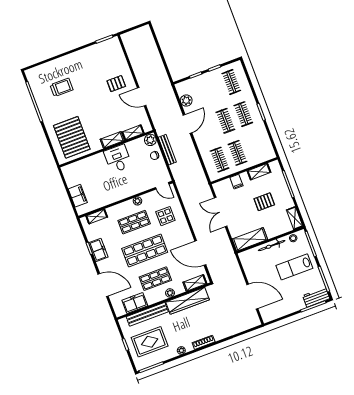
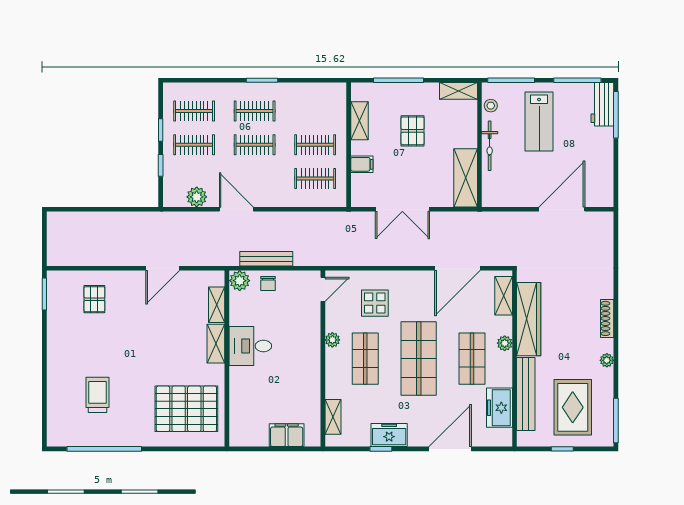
pallet: (116, 84) -> (94, 299), moved
clothes rail: (213, 89) -> (194, 145), added

